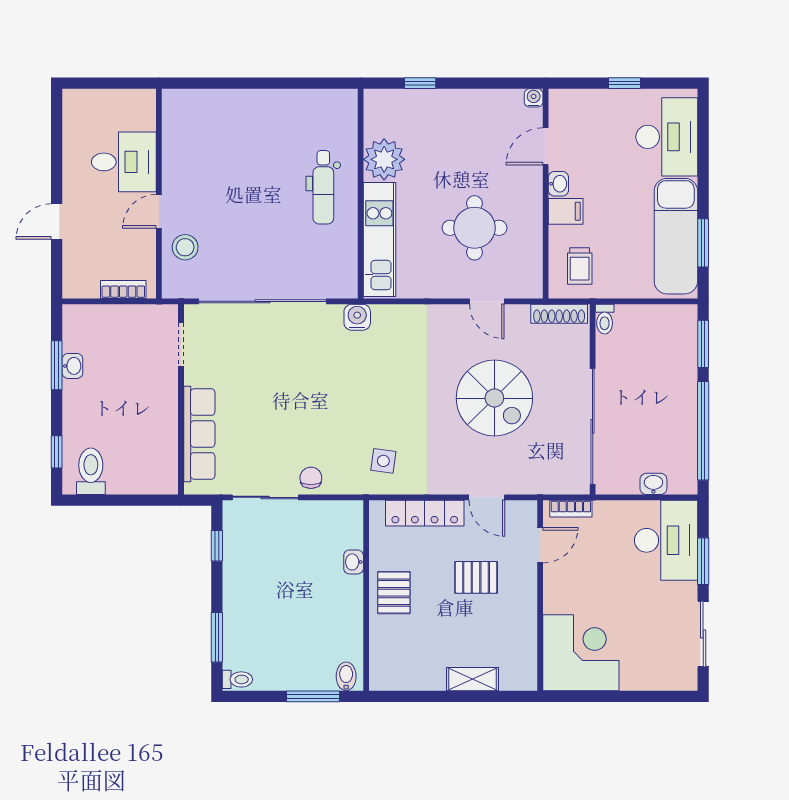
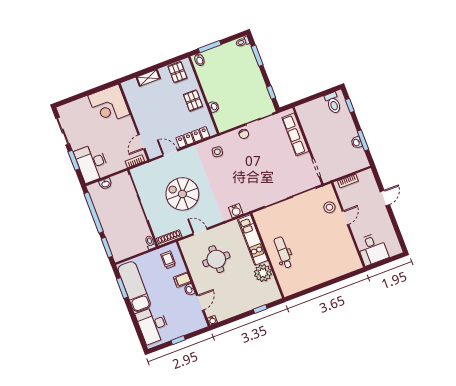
desk: (124, 162) -> (372, 249), moved, turned -90
water cooler: (357, 317) -> (236, 211), moved
pallet: (476, 577) -> (177, 72), moved, turned 90

